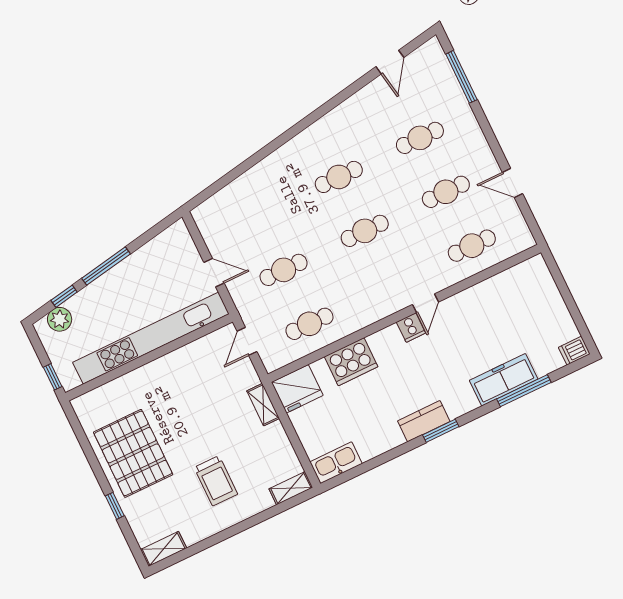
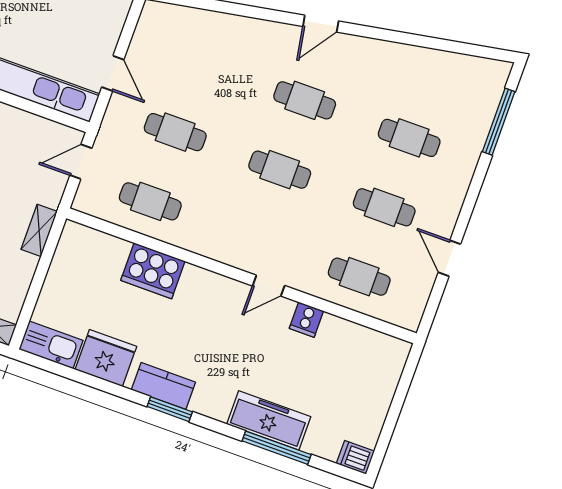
door: (390, 62) -> (321, 24), moved
cooker: (411, 327) -> (306, 320), moved
fridge: (297, 389) -> (106, 358), moved, turned 180

